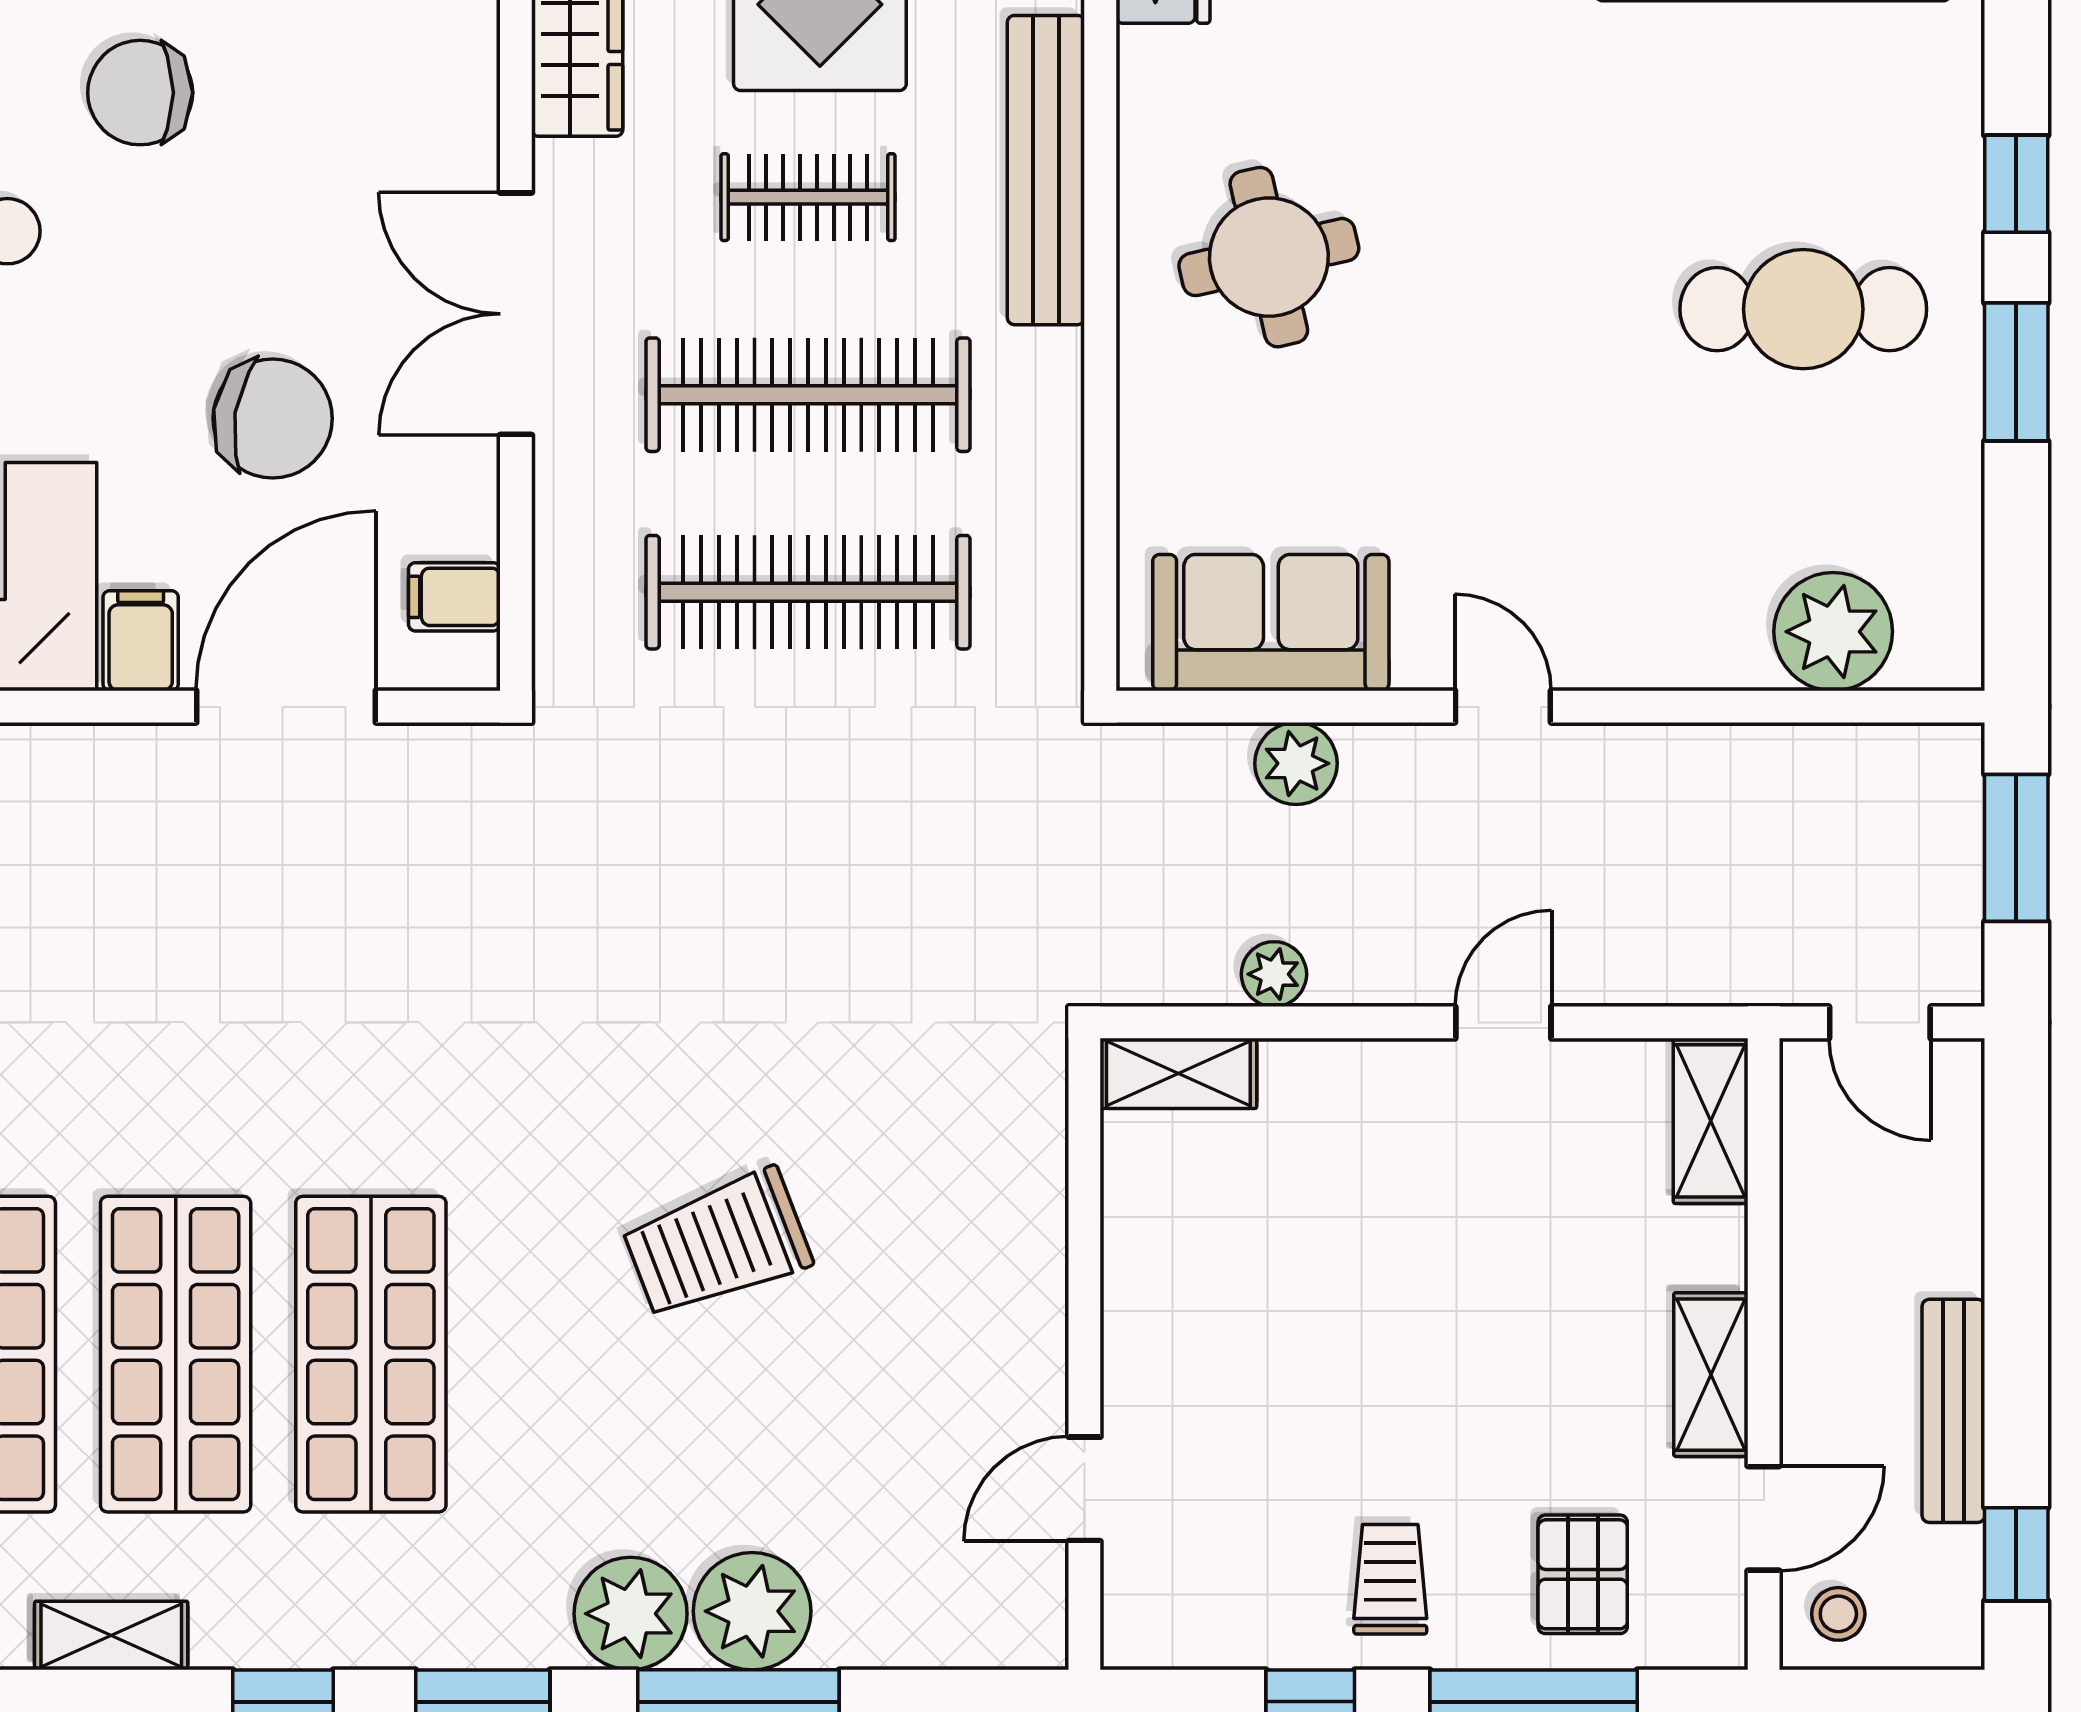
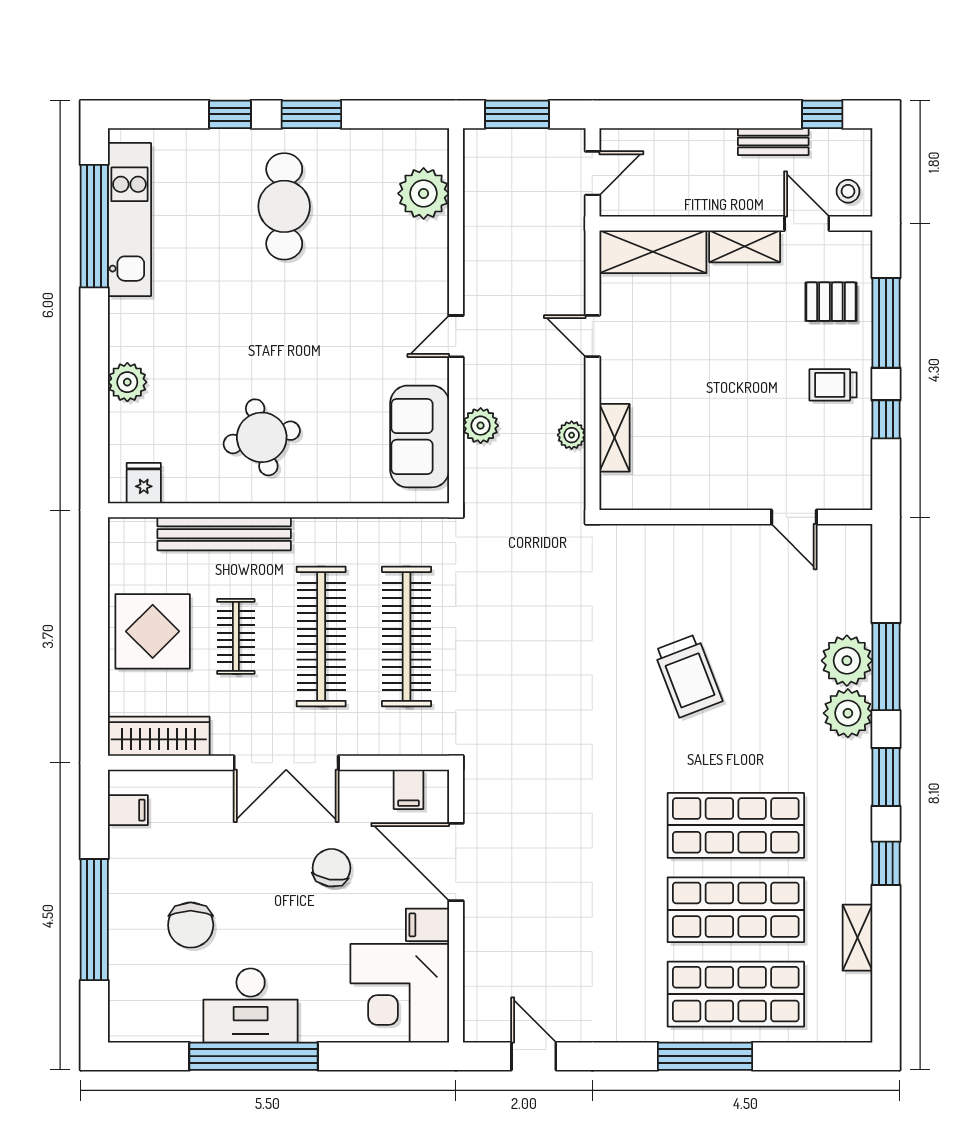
chair: (273, 418) -> (331, 868), width x0.73, depth x0.73
shelving: (1178, 1073) -> (614, 438), moved
shelving: (1711, 1121) -> (653, 252), width x1.50, depth x1.33
bench: (1953, 1411) -> (773, 142), width x0.73

